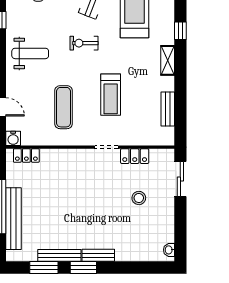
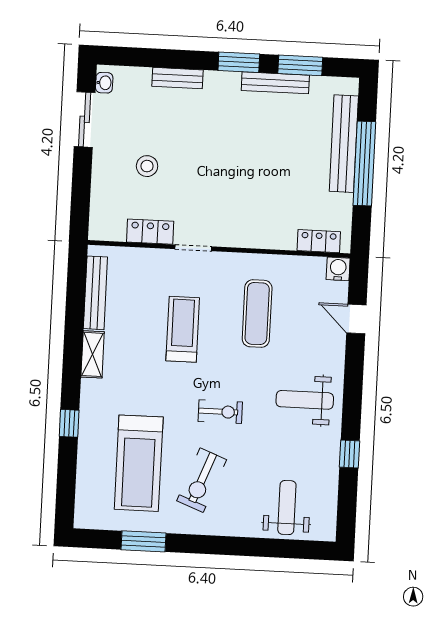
shelving: (168, 60) -> (93, 354), moved
bench: (168, 109) -> (95, 293), width x1.36
sliding door: (180, 179) -> (85, 119), moved
bench: (98, 255) -> (177, 78), moved

